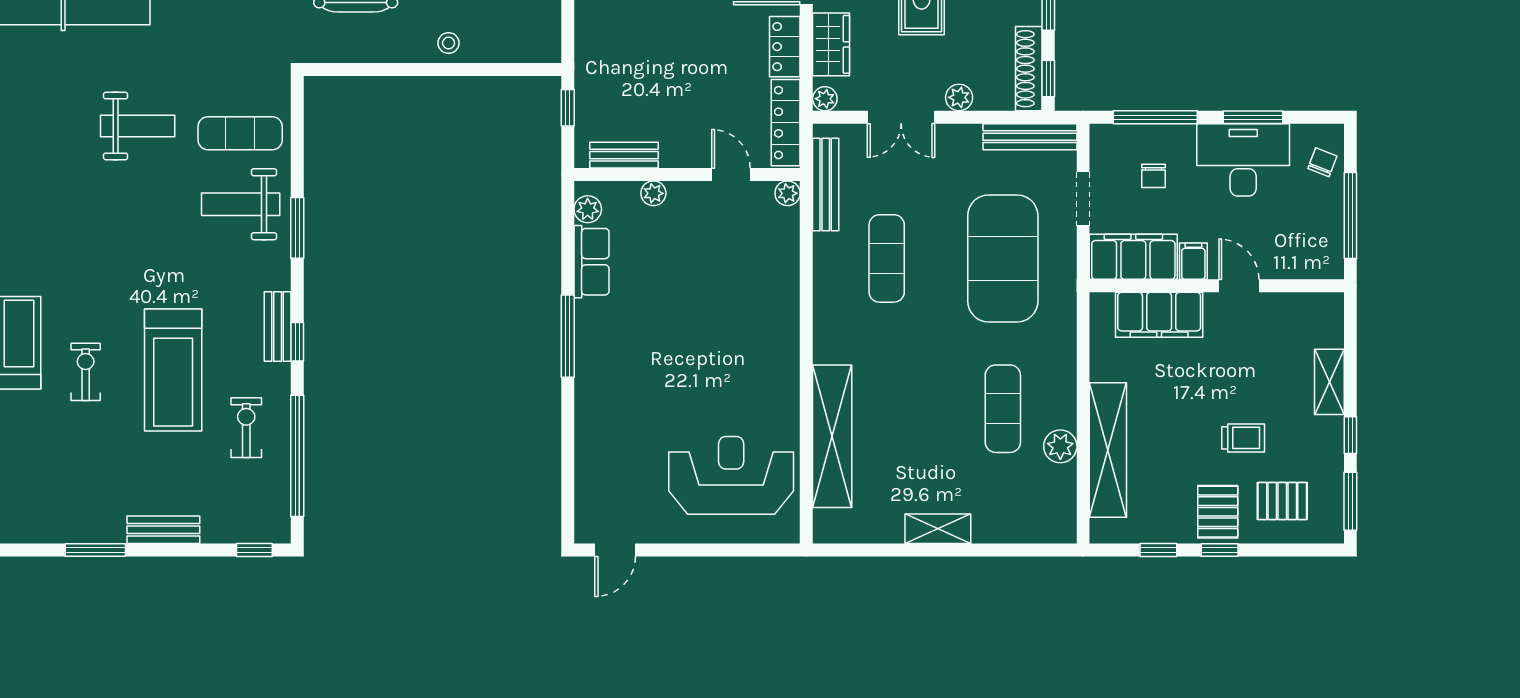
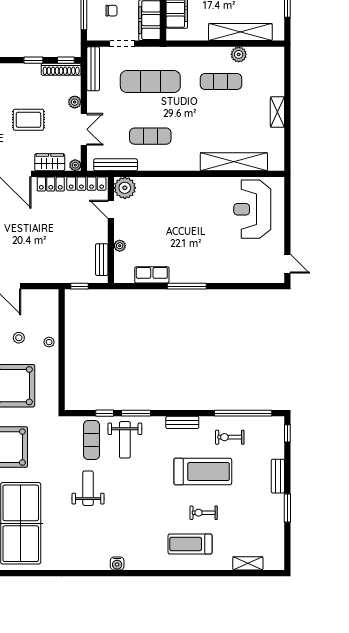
door: (731, 174) -> (111, 209), hinge flipped
plant: (788, 193) -> (125, 188), width x1.88, depth x1.88
plant: (588, 209) -> (127, 277), removed
exercise mat: (1003, 258) -> (150, 82), width x0.68
window: (297, 342) -> (105, 413), moved

